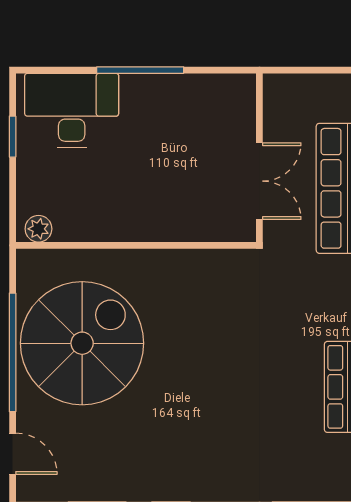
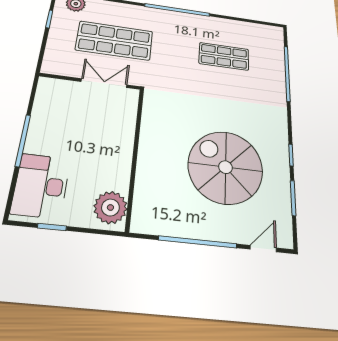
plant: (38, 229) -> (110, 207), width x1.88, depth x1.88
spiral stairs: (82, 343) -> (225, 167), moved

